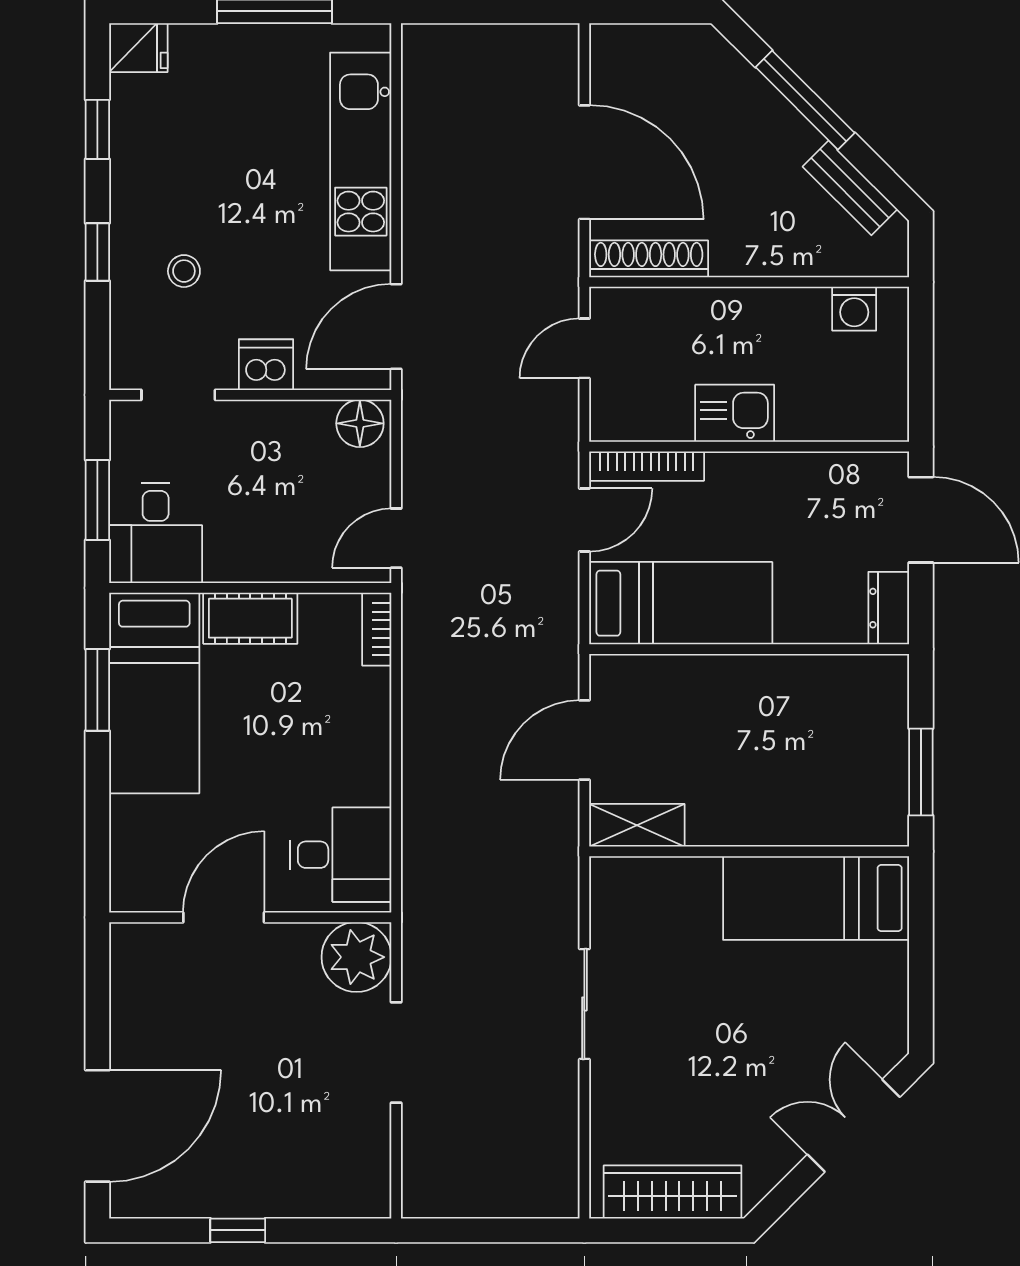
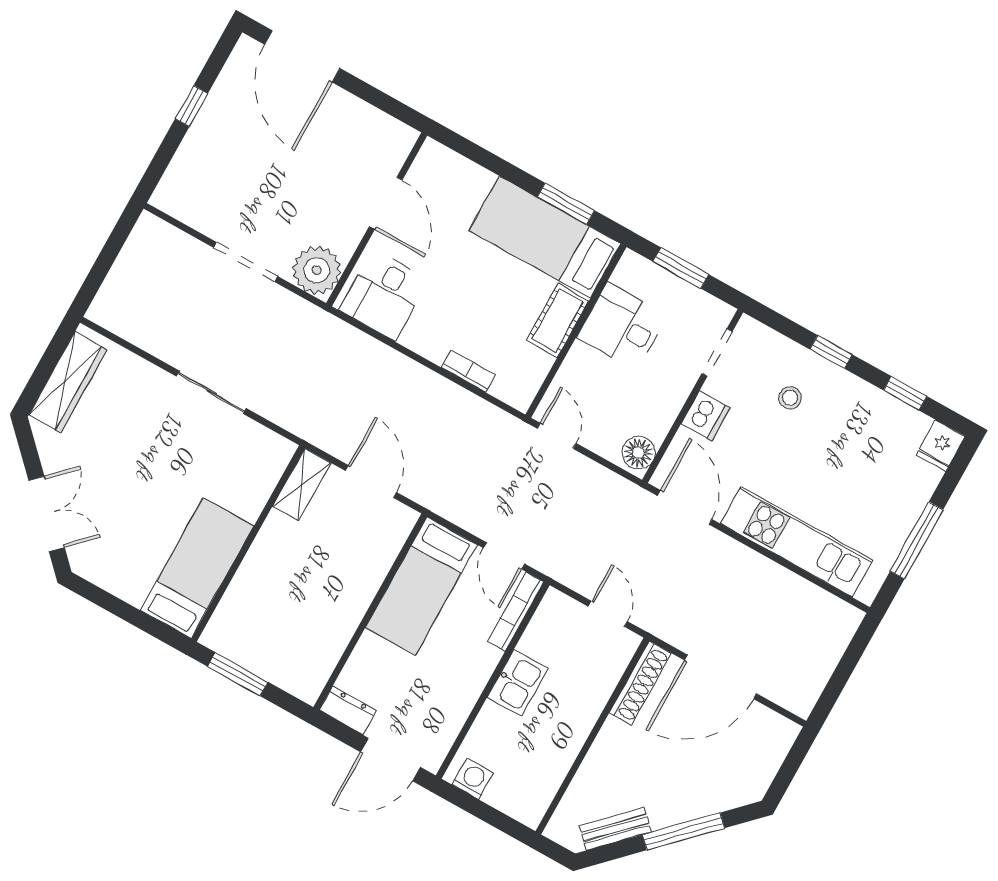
washing machine: (854, 309) -> (473, 779), moved, turned 90
desk: (156, 533) -> (622, 326), moved
bookcase: (377, 629) -> (468, 371), moved

